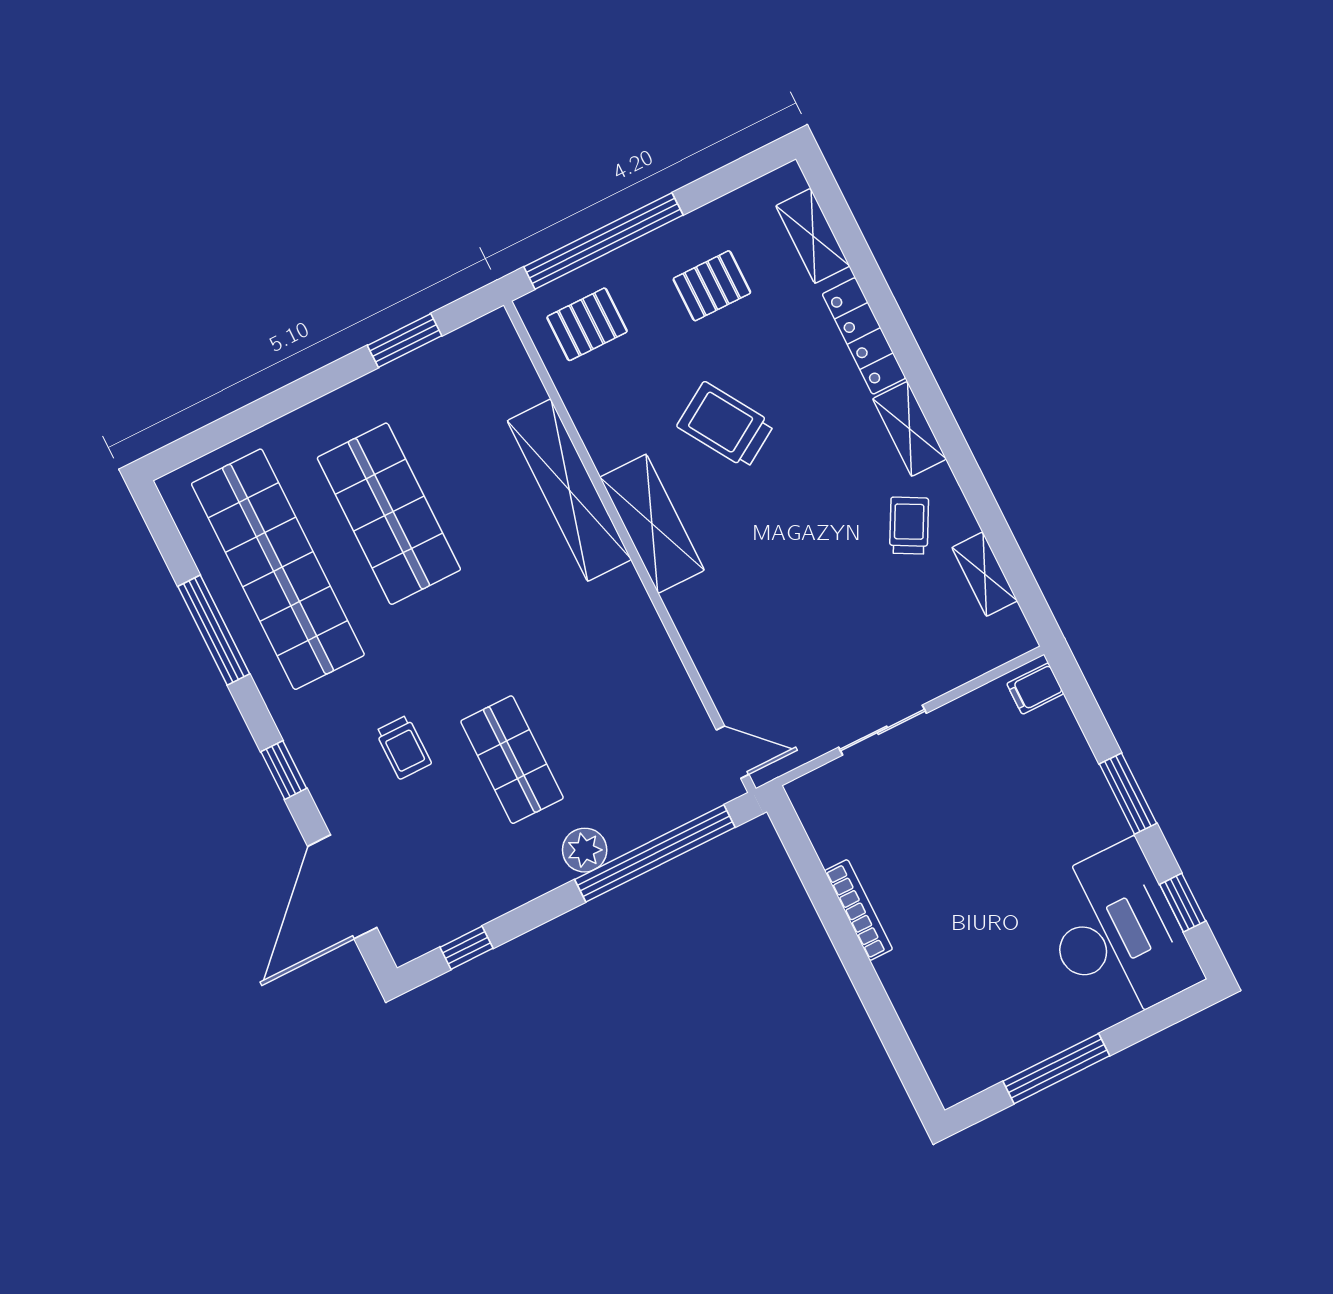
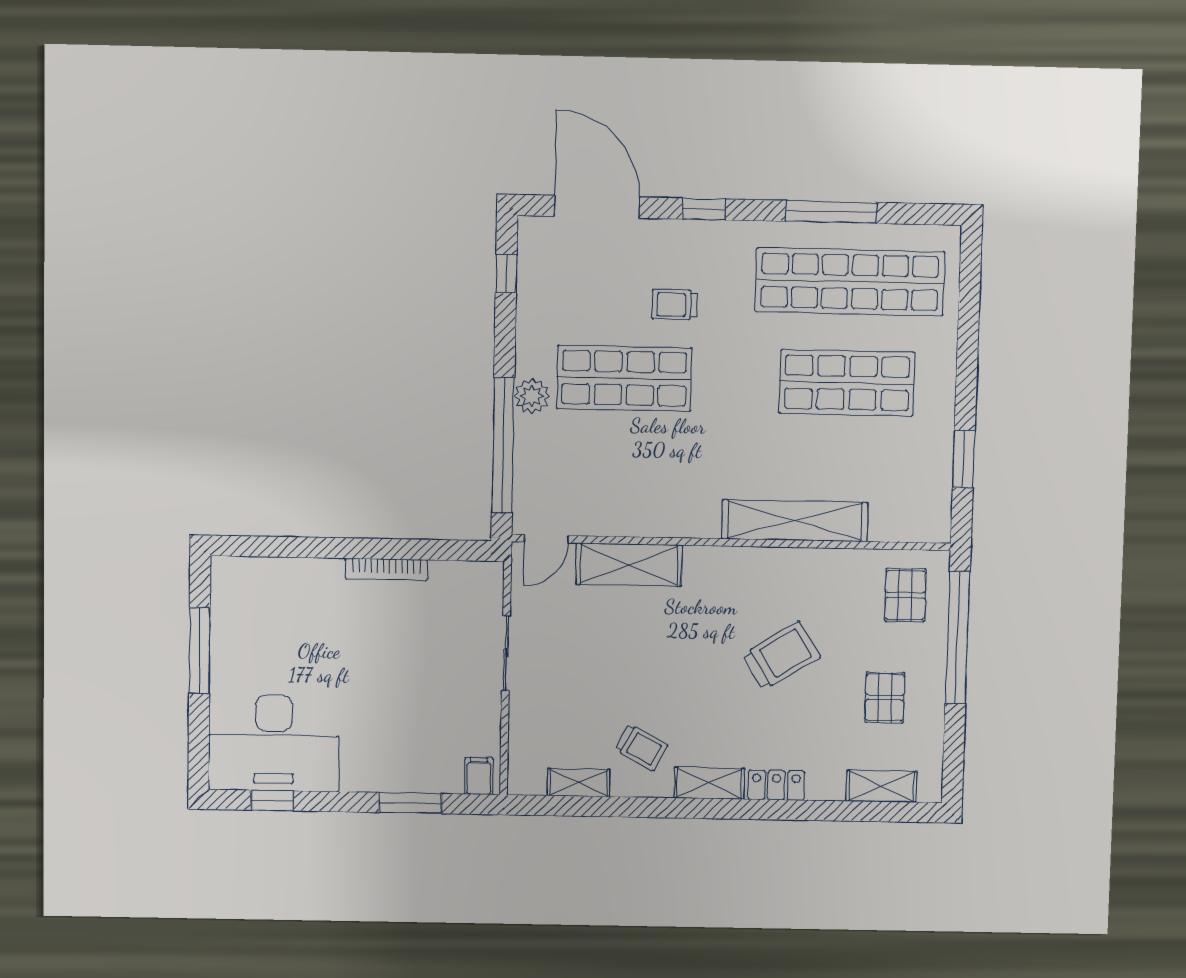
locker: (864, 336) -> (776, 785), width x0.66
shelving: (652, 524) -> (629, 565), moved
shop shelf: (512, 760) -> (624, 378), width x1.43, depth x1.36
window: (1128, 794) -> (410, 803), moved

